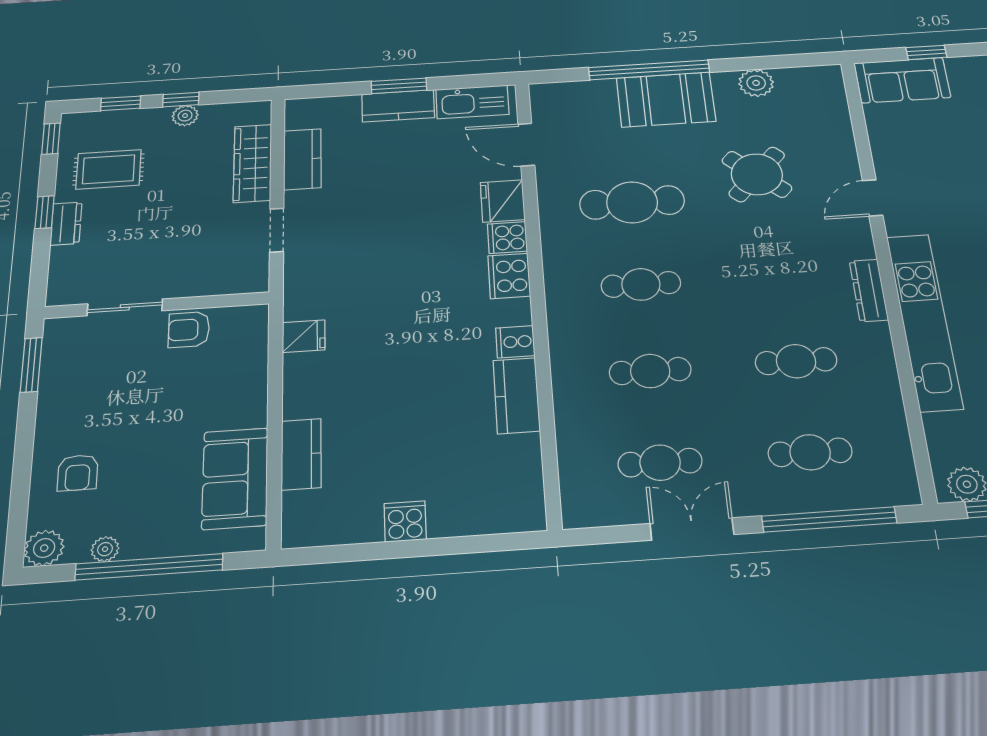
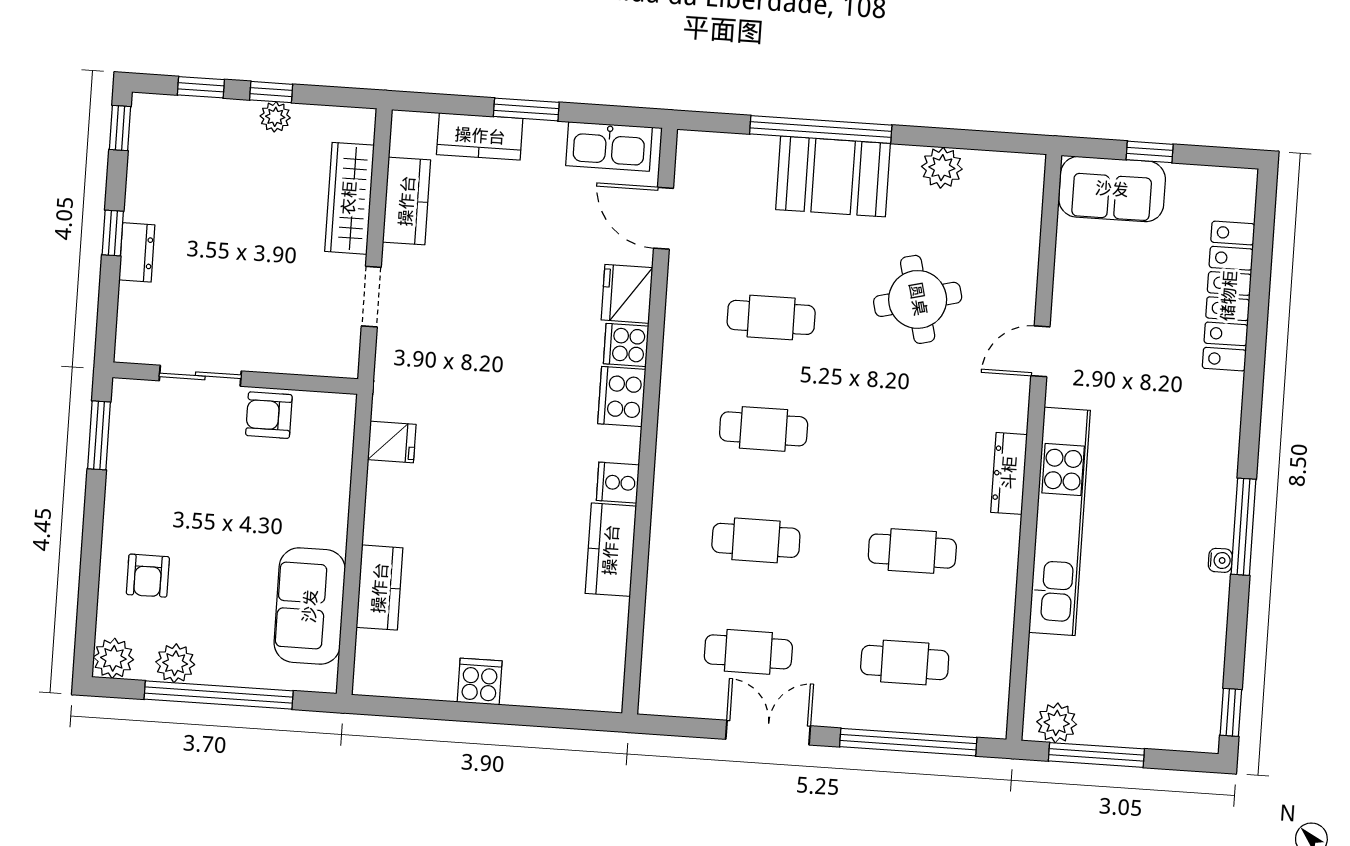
kitchen counter: (398, 106) -> (480, 136), moved
rug: (109, 169) -> (186, 183), removed
round table: (757, 174) -> (918, 299), turned 34
cafe table: (632, 202) -> (771, 317), width x0.73, depth x0.74
plant: (105, 549) -> (175, 663), width x1.38, depth x1.38

